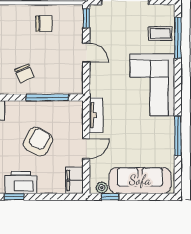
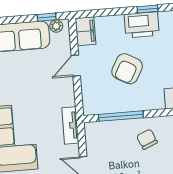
tv unit: (96, 115) -> (70, 125), moved

